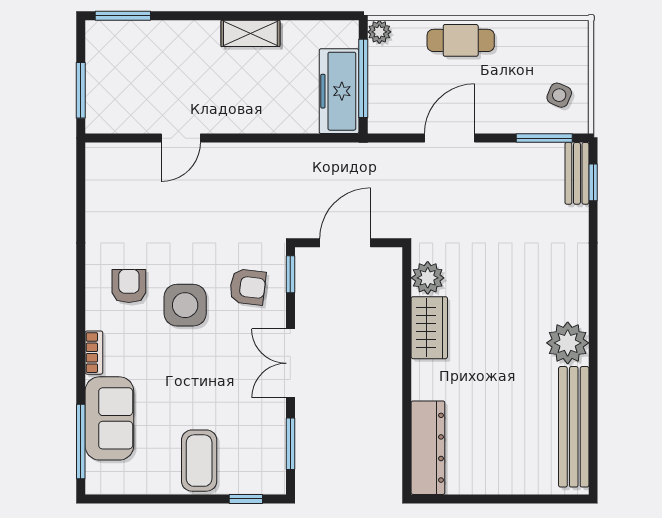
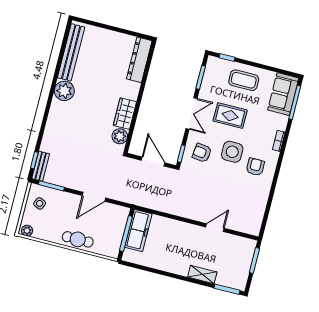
plant: (379, 32) -> (27, 231), moved
shelving: (250, 33) -> (202, 275), moved
door: (345, 243) -> (153, 161), swing flipped
armchair: (129, 286) -> (255, 167), turned 180
rug: (209, 380) -> (230, 116), added
sofa: (109, 418) -> (283, 94), moved
coffee table: (199, 461) -> (244, 80), turned 90

